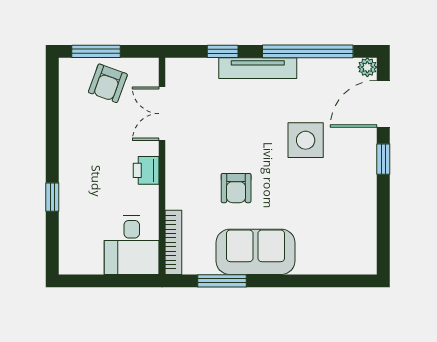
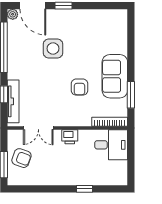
tv unit: (258, 68) -> (13, 101), moved
armchair: (236, 188) -> (80, 87), turned 90

